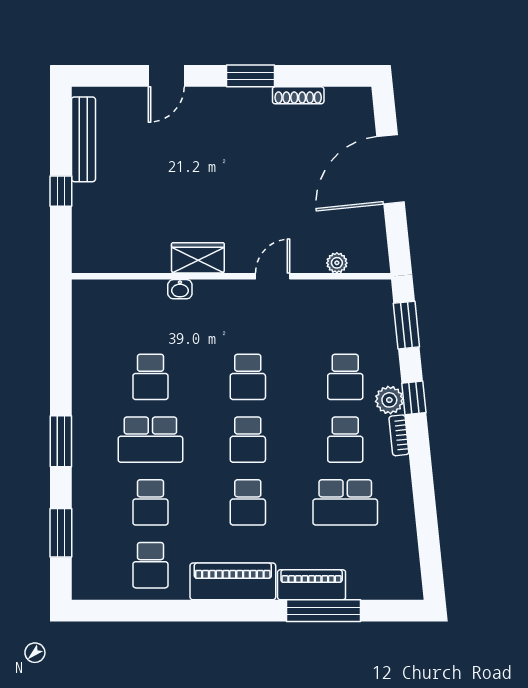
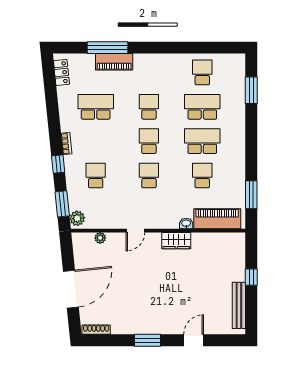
shoe rack: (298, 95) -> (96, 330), moved
plant: (389, 400) -> (77, 218), moved
school desk: (345, 440) -> (96, 141), removed
window: (61, 441) -> (251, 195), moved
school desk: (150, 502) -> (202, 107), width x1.85
locker: (408, 565) -> (61, 72), added
piano: (233, 581) -> (217, 219), moved, turned 180

